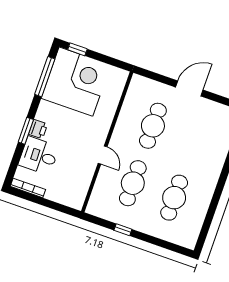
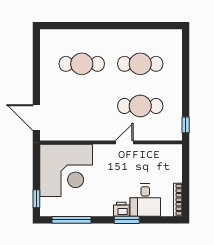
corner desk: (76, 82) -> (66, 170), moved, turned 180
door: (189, 89) -> (36, 118), moved
cafe table: (153, 126) -> (82, 64), moved
window: (123, 230) -> (186, 125), moved

